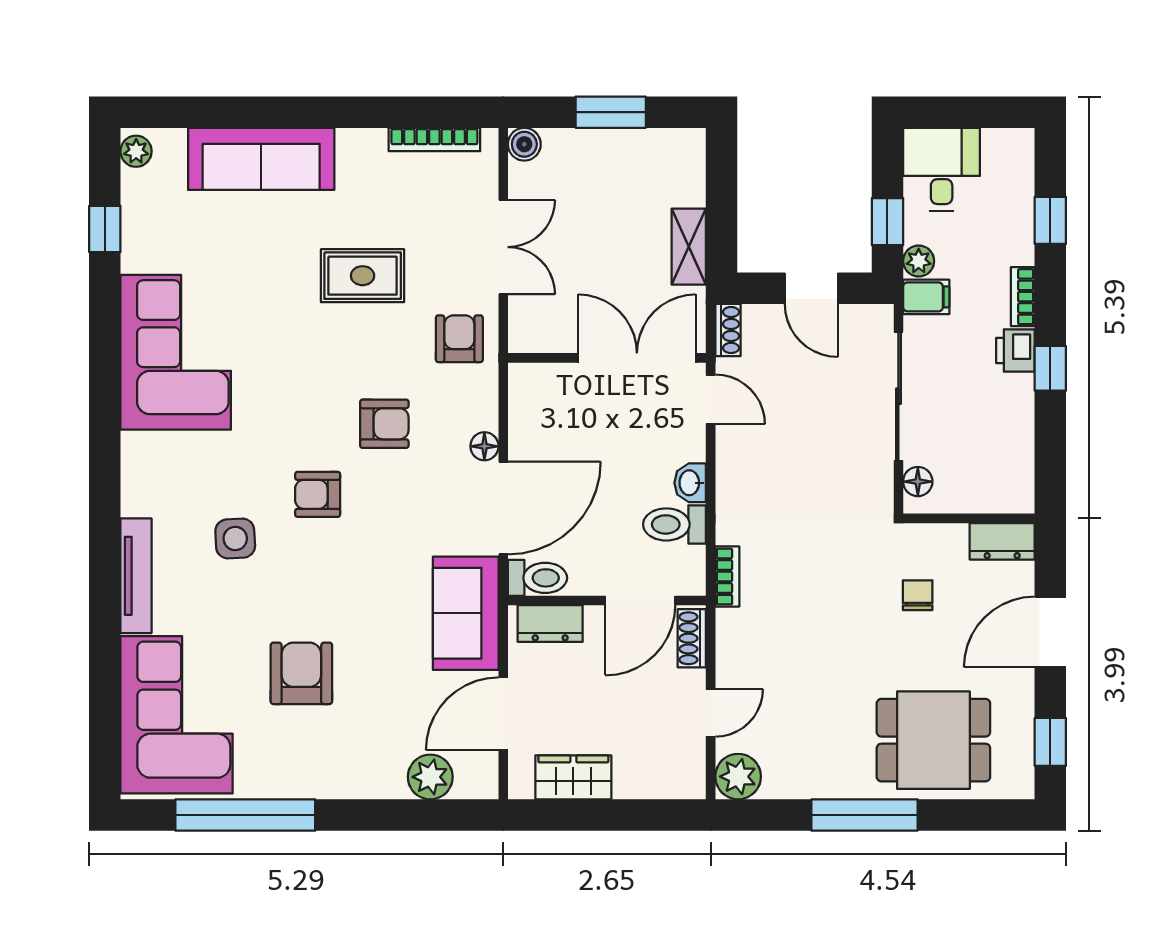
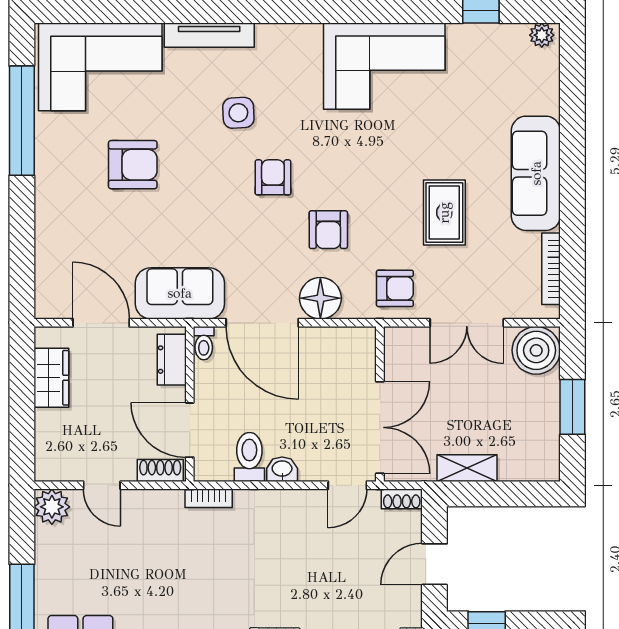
boiler: (524, 144) -> (536, 350), width x1.86, depth x1.86
sofa: (261, 159) -> (536, 173), moved
floor lamp: (484, 446) -> (320, 298), width x1.89, depth x1.89
toilet: (537, 578) -> (204, 343), width x0.73, depth x0.72
plant: (430, 777) -> (52, 266), removed

